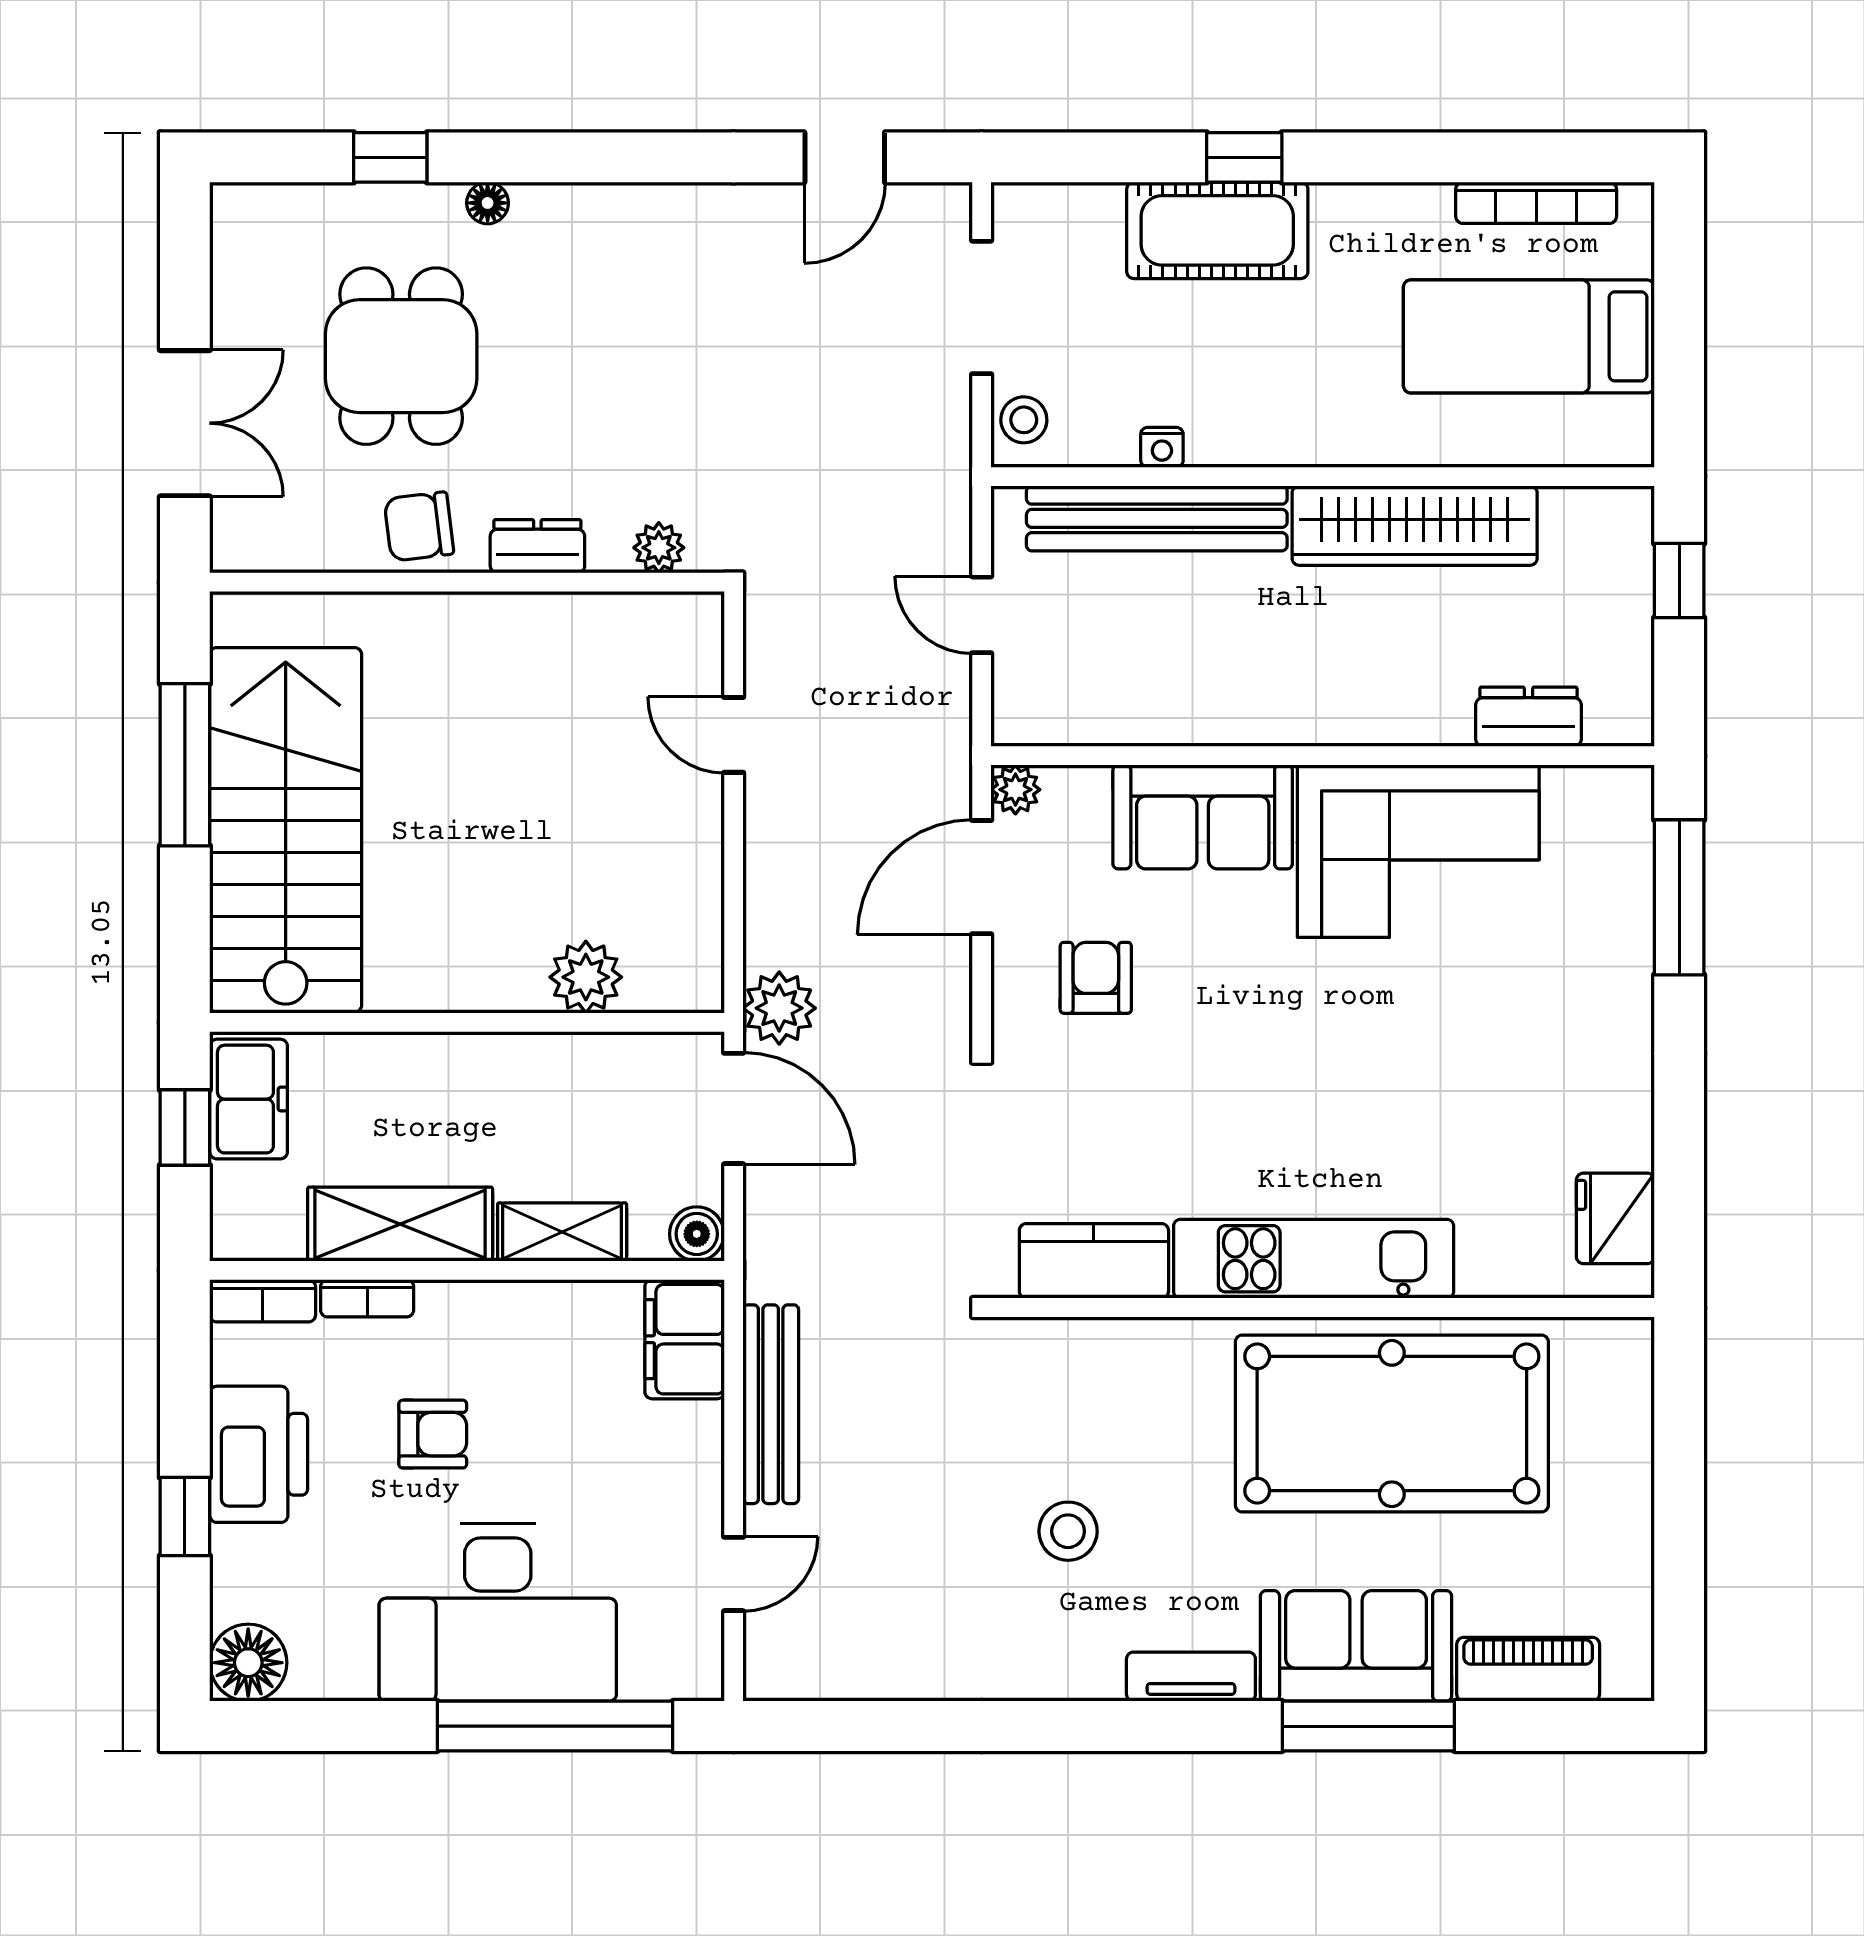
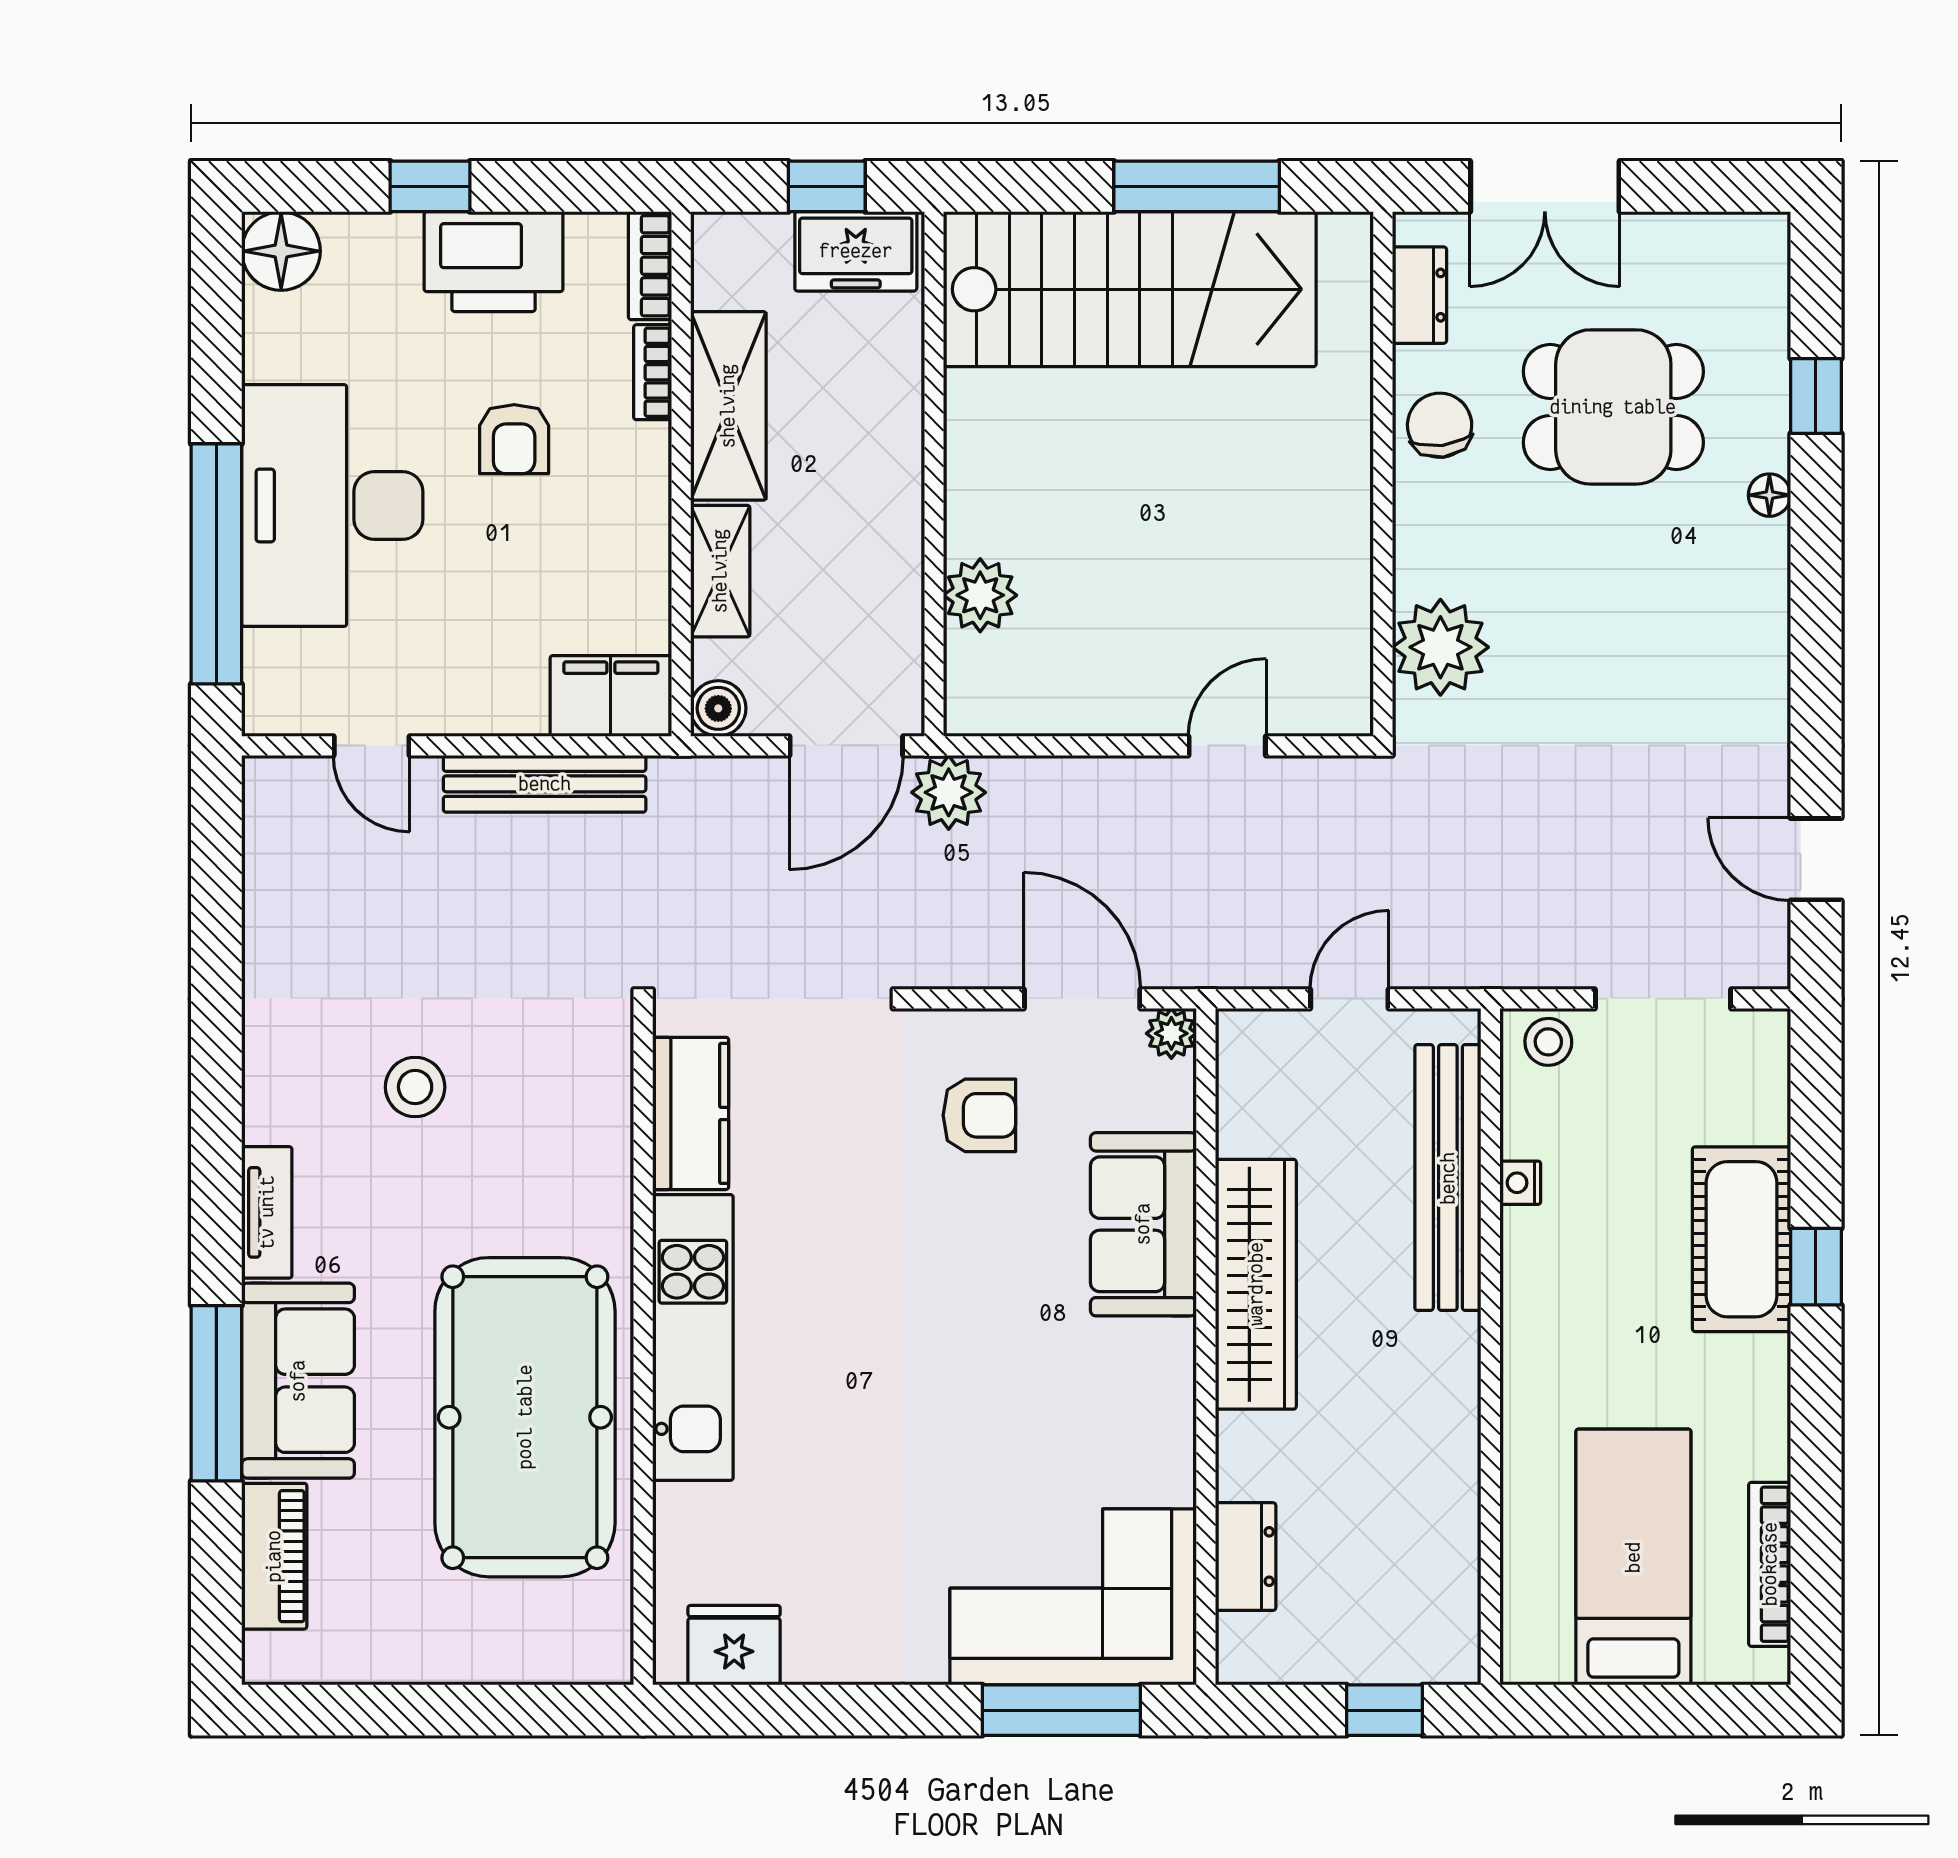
wardrobe: (1415, 526) -> (1256, 1284), moved, turned 180
dresser: (537, 546) -> (1419, 295), moved
plant: (659, 548) -> (1440, 647), width x1.88, depth x1.88
corner sofa: (1418, 851) -> (1073, 1597), moved, turned 90

